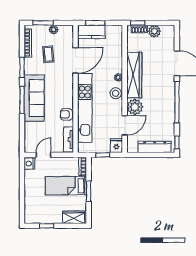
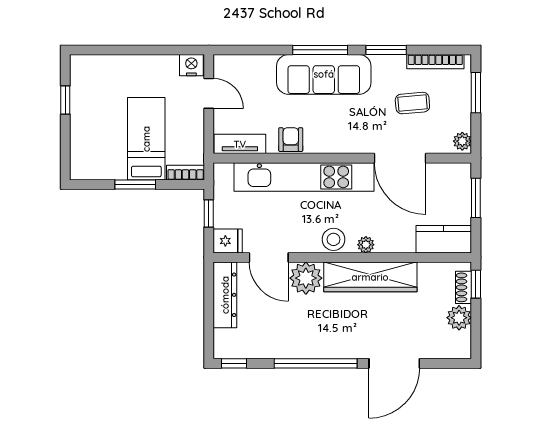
plant: (53, 30) -> (462, 141), moved
kitchen counter: (91, 32) -> (444, 239), moved, turned 90
dresser: (155, 147) -> (225, 295), moved
wardrobe: (74, 217) -> (83, 154), removed

